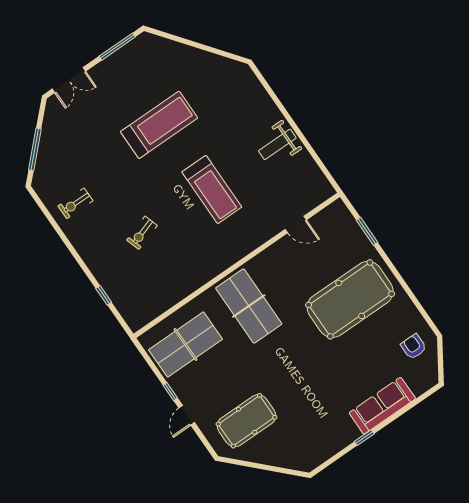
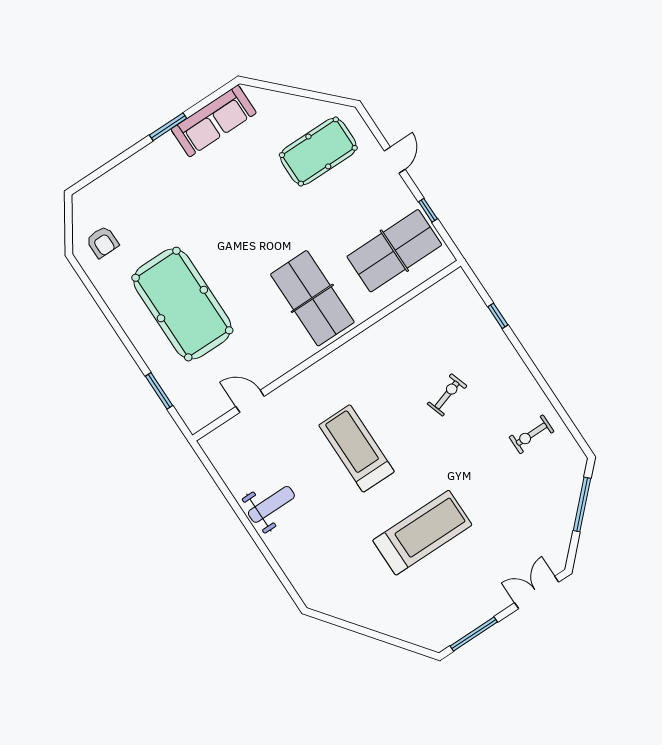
treadmill: (159, 125) -> (422, 533), turned 180
exercise bike: (75, 203) -> (531, 434), turned 180
pool table: (350, 299) -> (182, 304), turned 90
window: (170, 392) -> (428, 210), moved
sofa: (382, 406) -> (214, 121), moved
window: (364, 438) -> (168, 127), width x1.50

